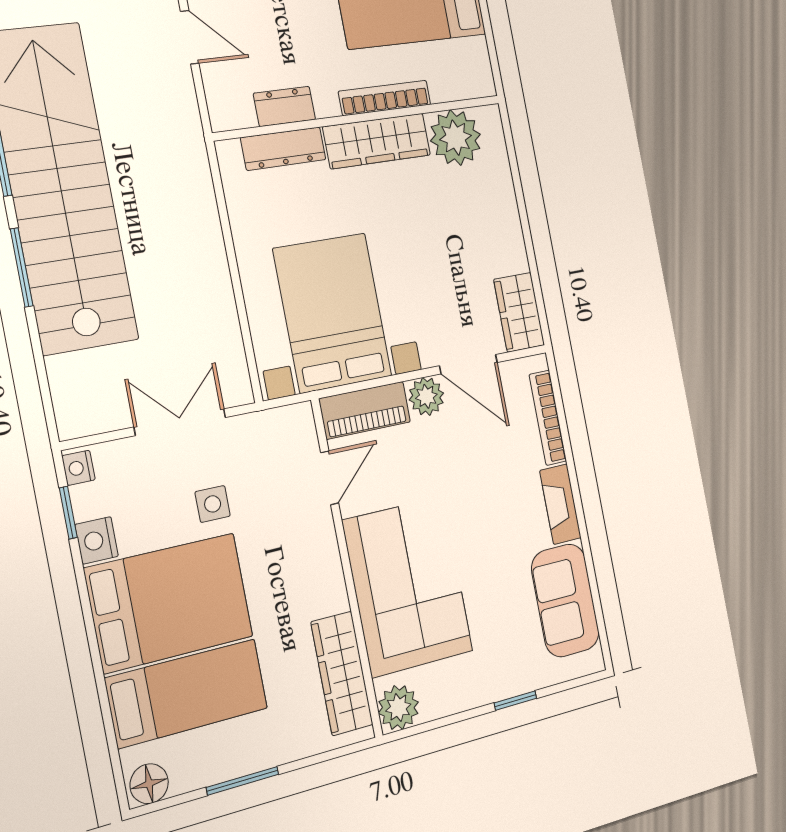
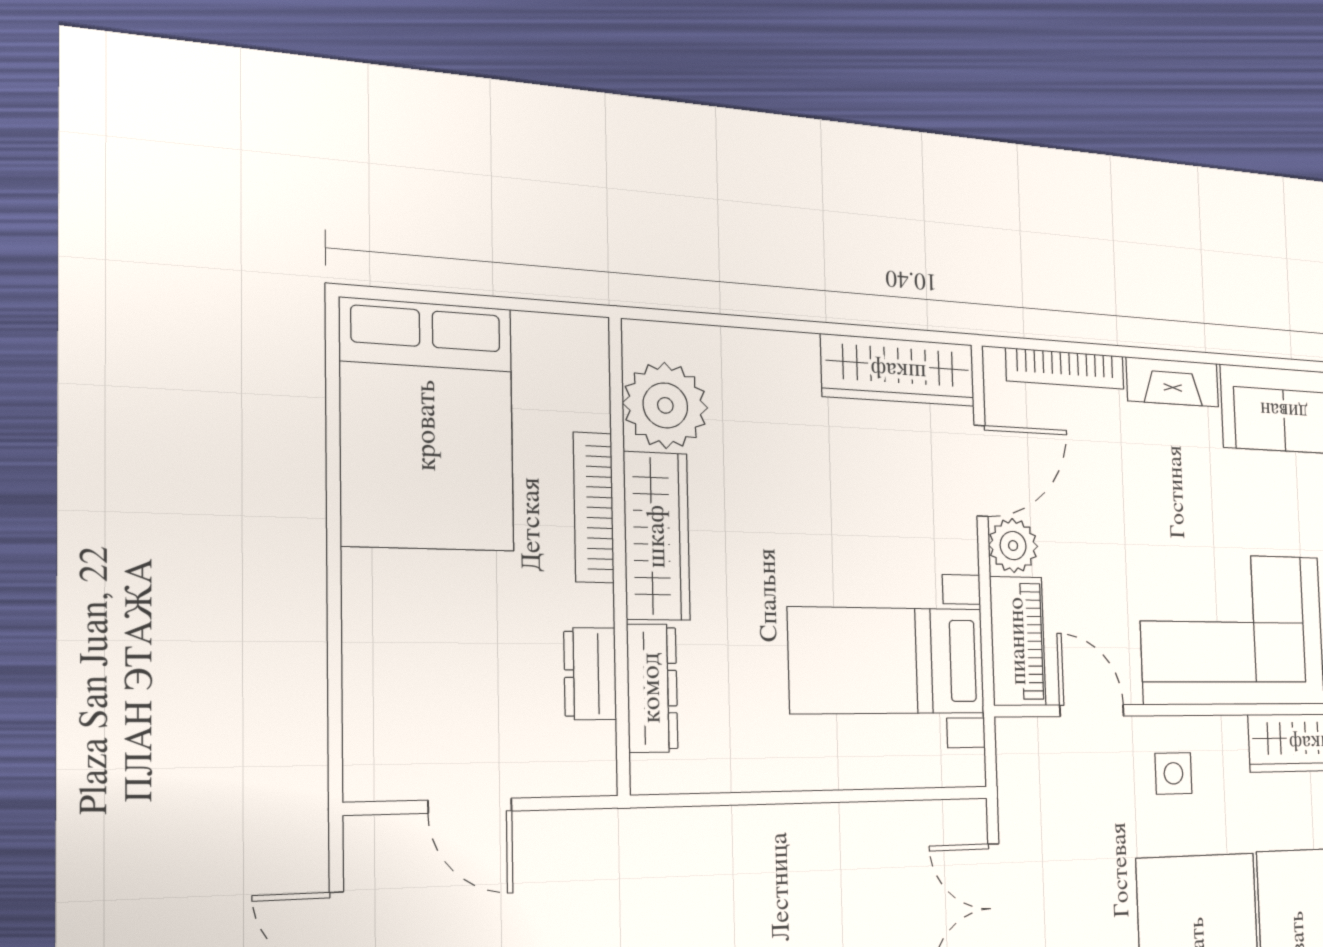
door: (190, 37) -> (470, 806), swing flipped
wardrobe: (519, 312) -> (898, 370), width x1.50
bed with nightstands: (333, 313) -> (887, 661), width x0.73
side table: (213, 504) -> (1173, 773), moved

